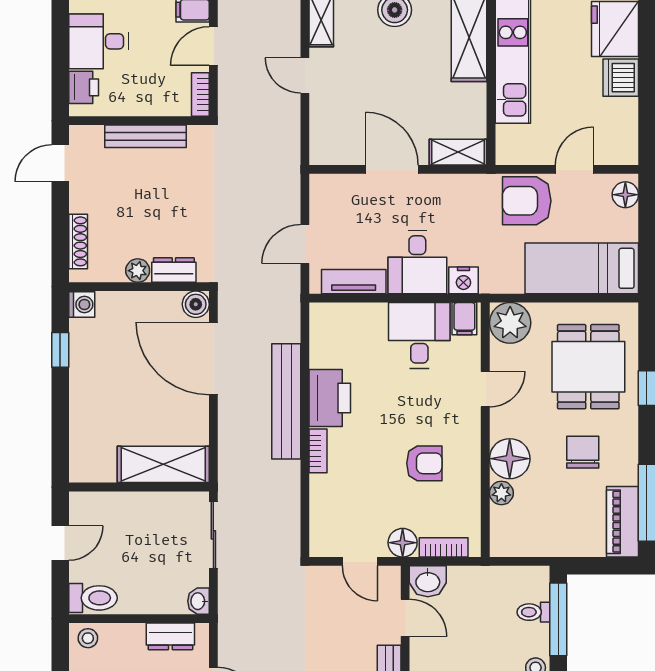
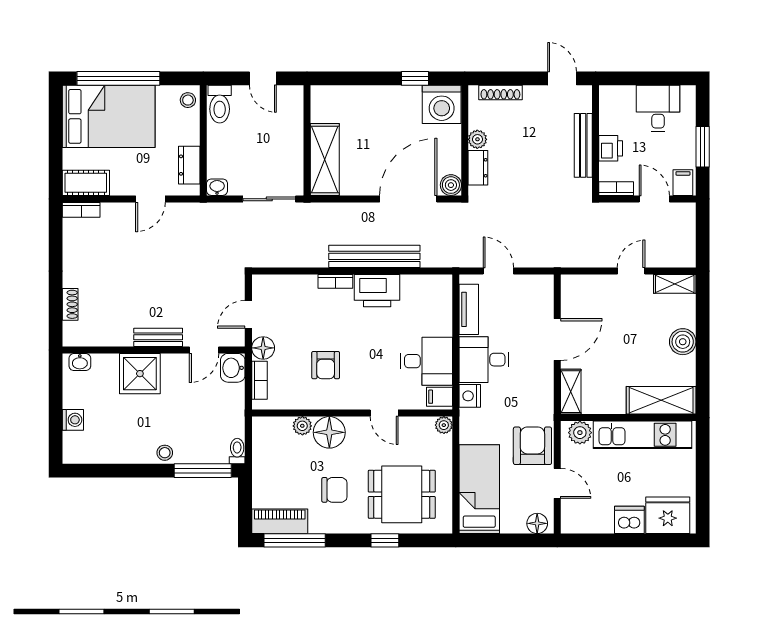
printer: (84, 87) -> (611, 148), moved, turned -90
plant: (510, 141) -> (580, 433), added
washing machine: (82, 305) -> (442, 104), width x1.89, depth x1.89
plant: (510, 323) -> (444, 425), width x0.53, depth x0.53
toilet: (533, 612) -> (237, 451), moved

